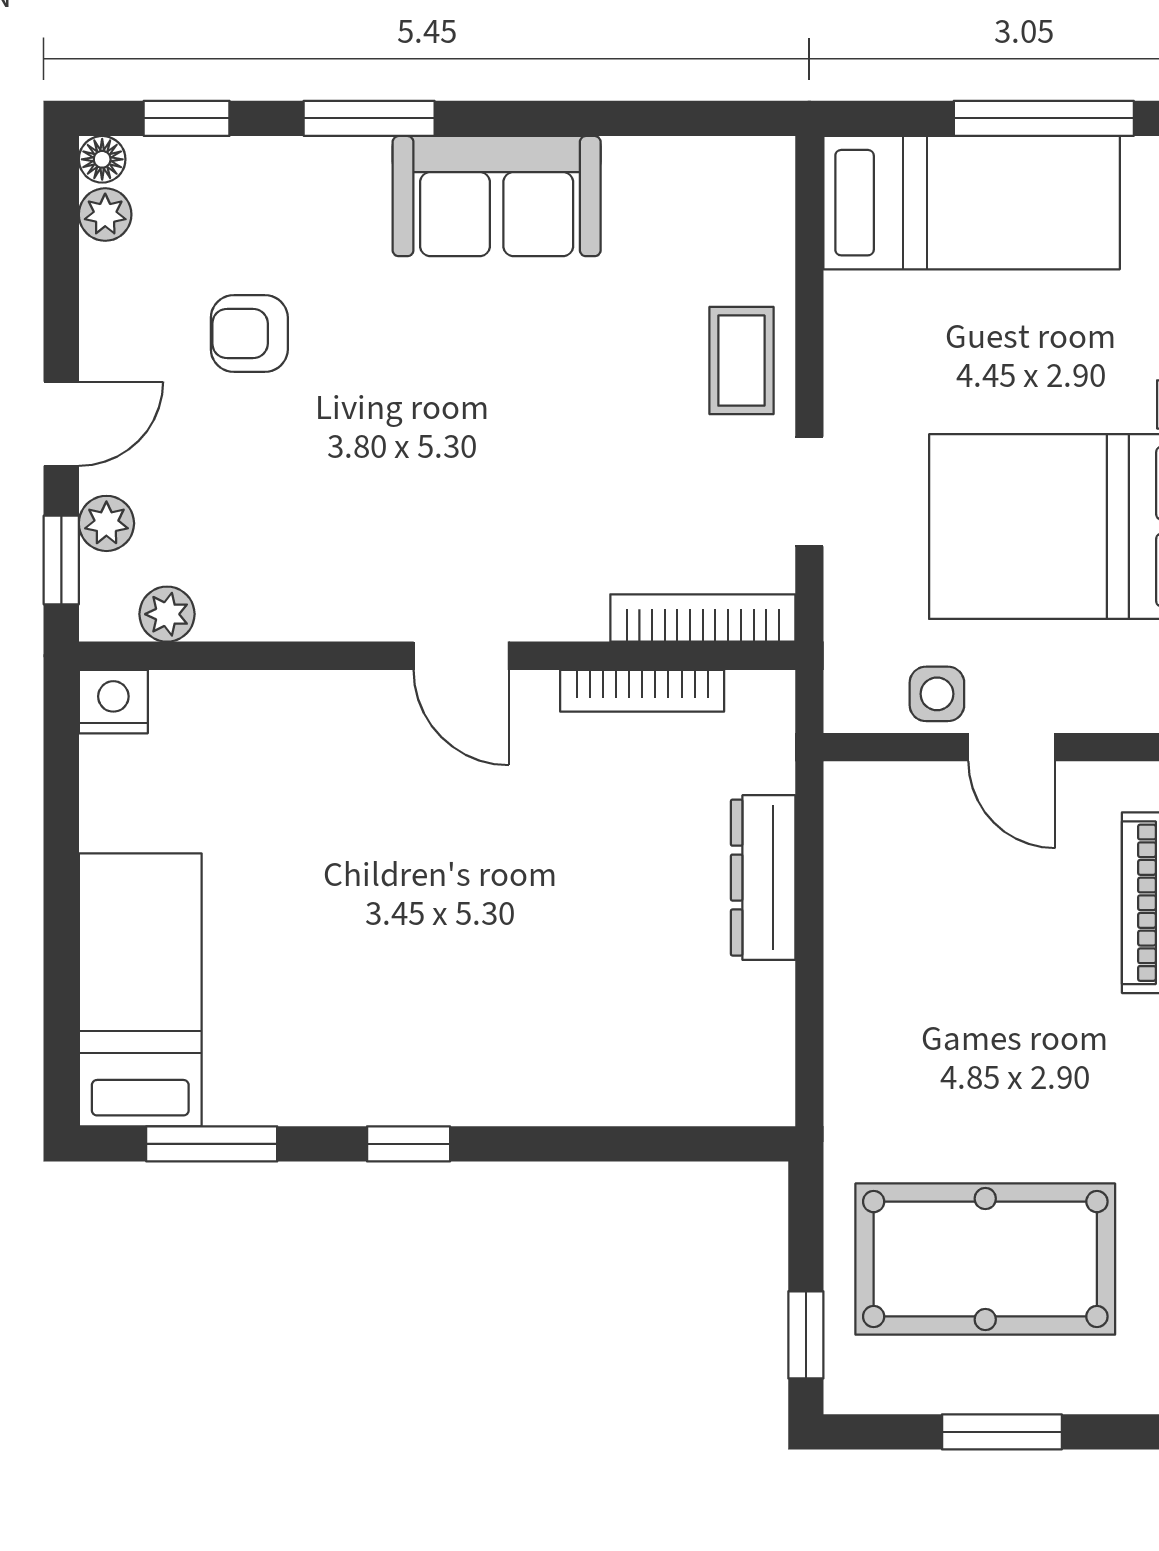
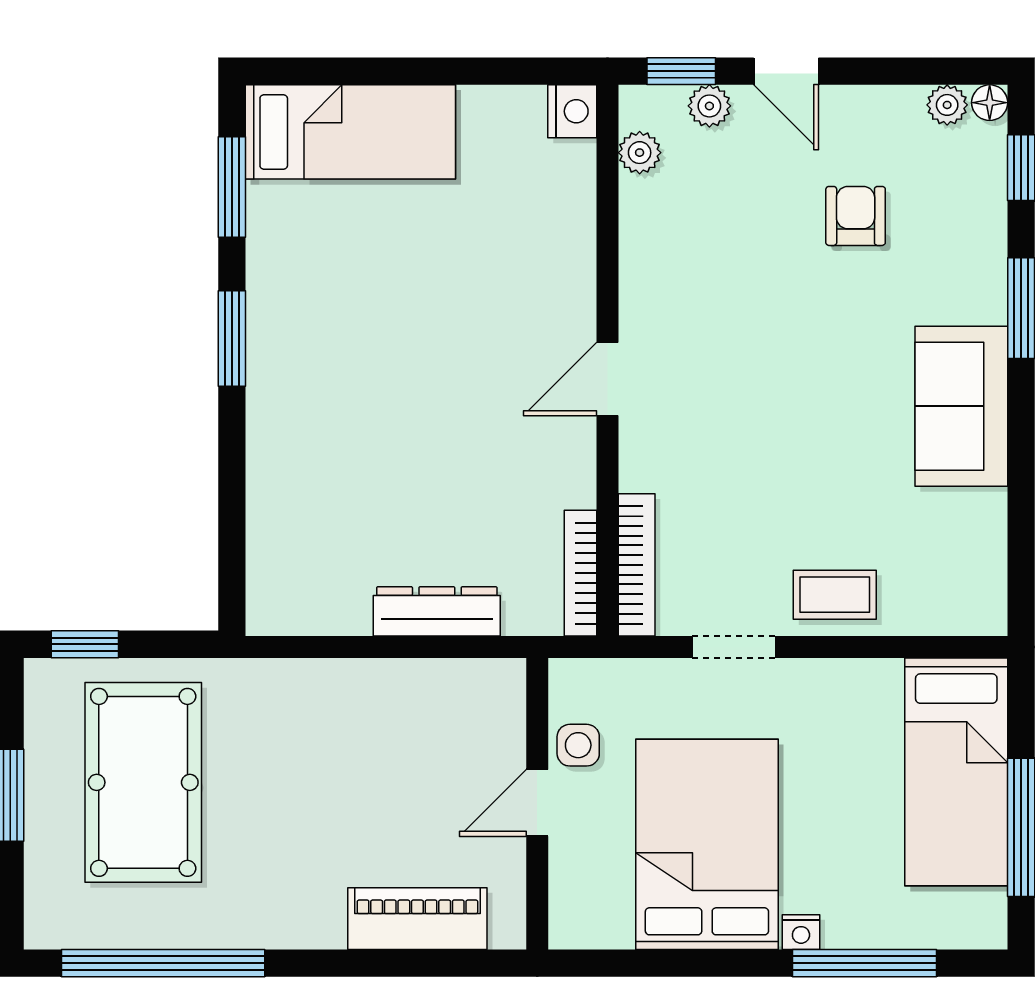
bookcase: (642, 691) -> (581, 573), moved
window: (409, 1144) -> (232, 339), width x1.50

